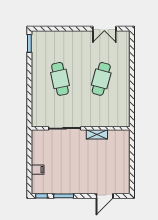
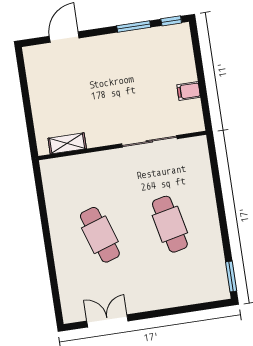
cafe table: (101, 79) -> (100, 235), turned -33
shelving: (97, 134) -> (67, 143), moved
filing cabinet: (38, 170) -> (189, 91), moved

